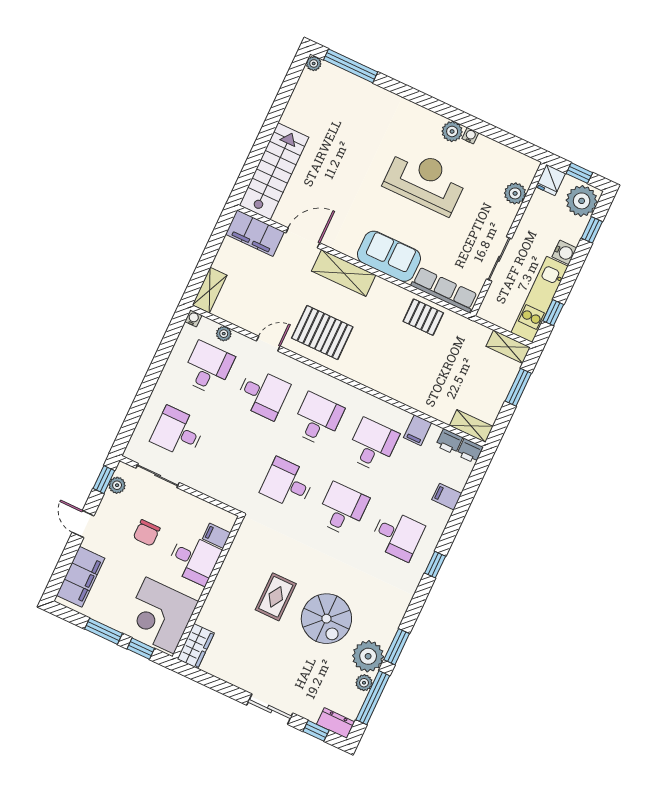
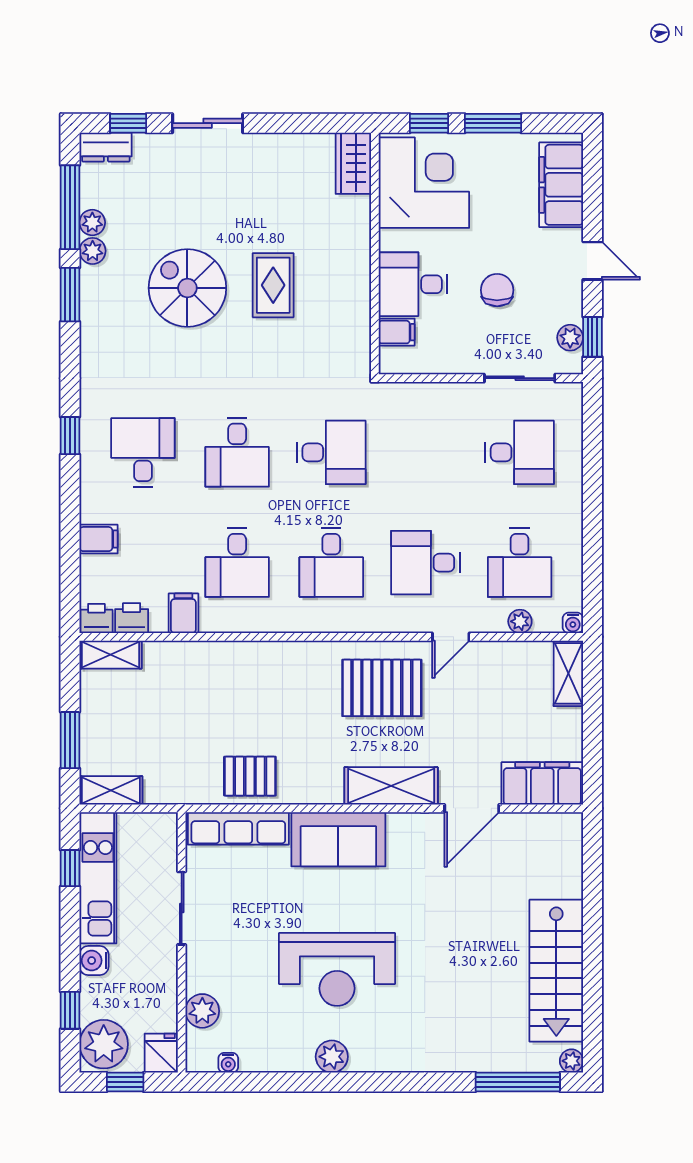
water cooler: (470, 136) -> (228, 1063), moved
stairs: (274, 171) -> (556, 971), moved
desk: (397, 535) -> (143, 452), turned 90
plant: (368, 656) -> (93, 251), width x0.53, depth x0.53

